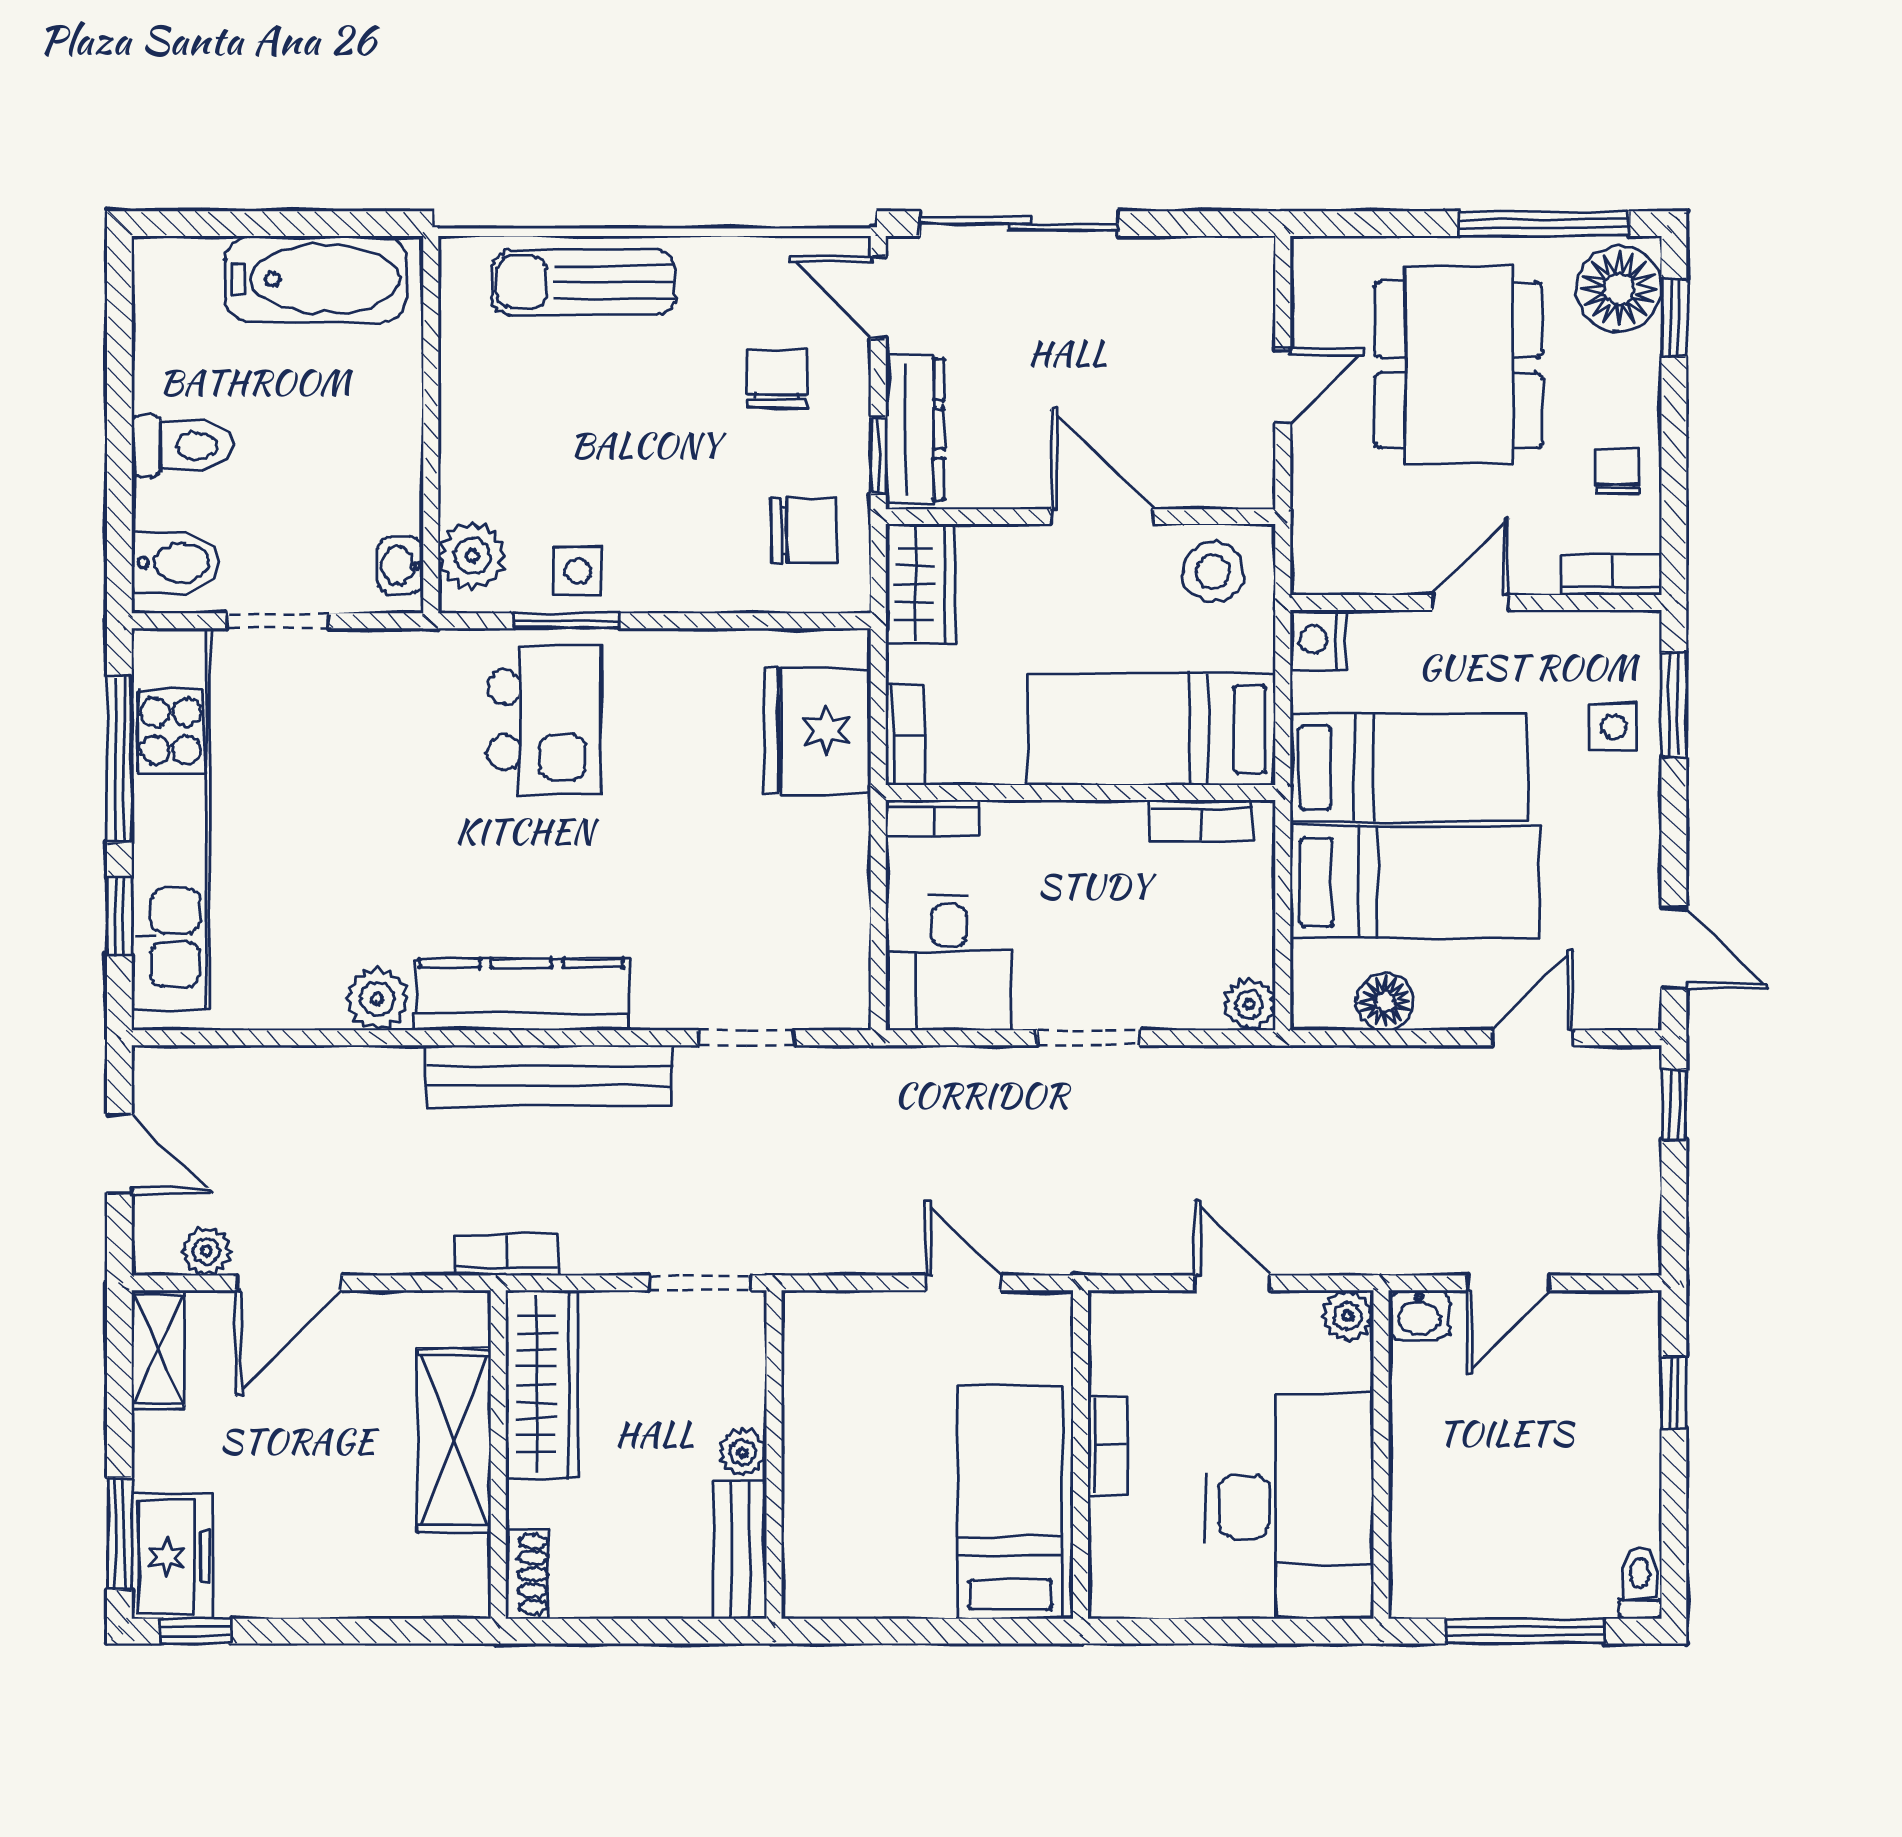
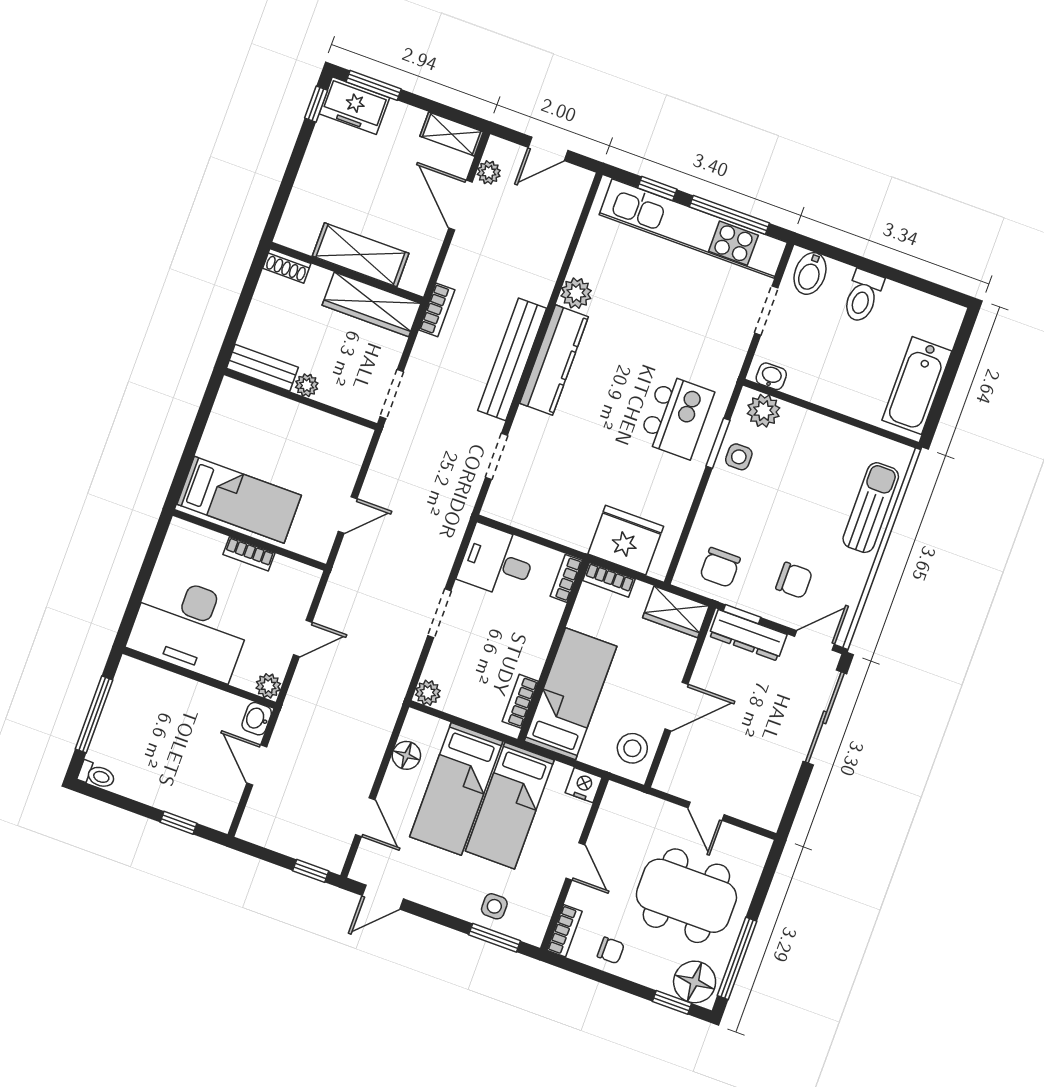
kitchen island: (545, 720) -> (676, 417), turned -90

